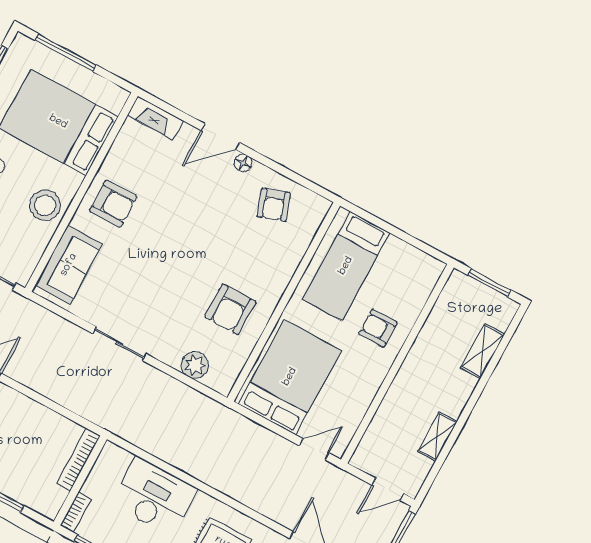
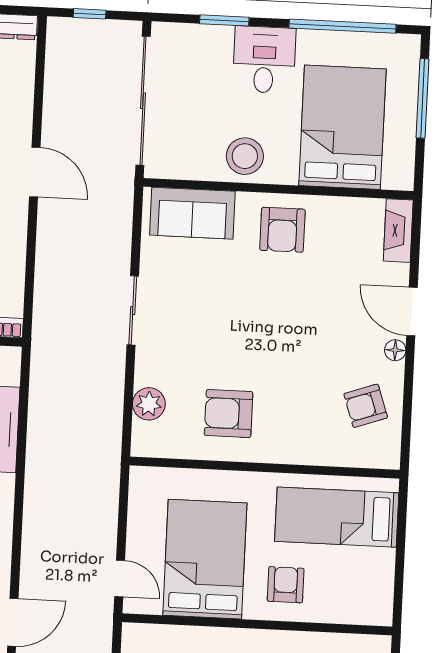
bed: (290, 377) -> (205, 559), moved, turned -90

